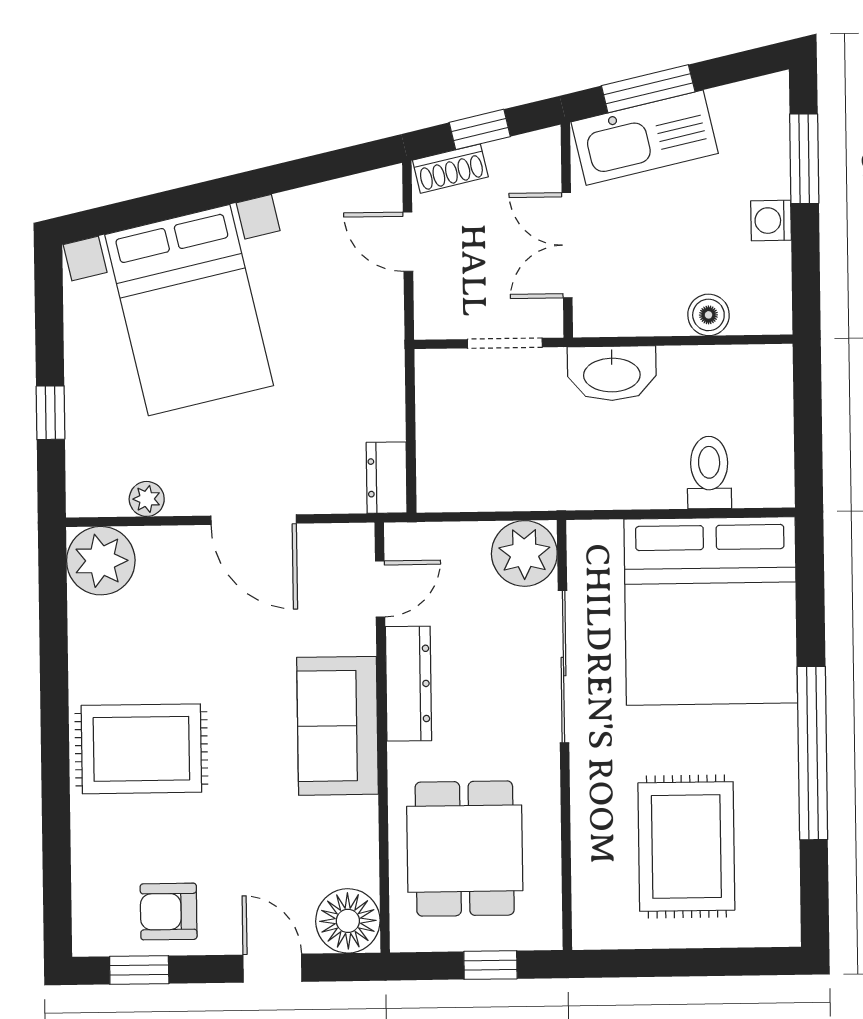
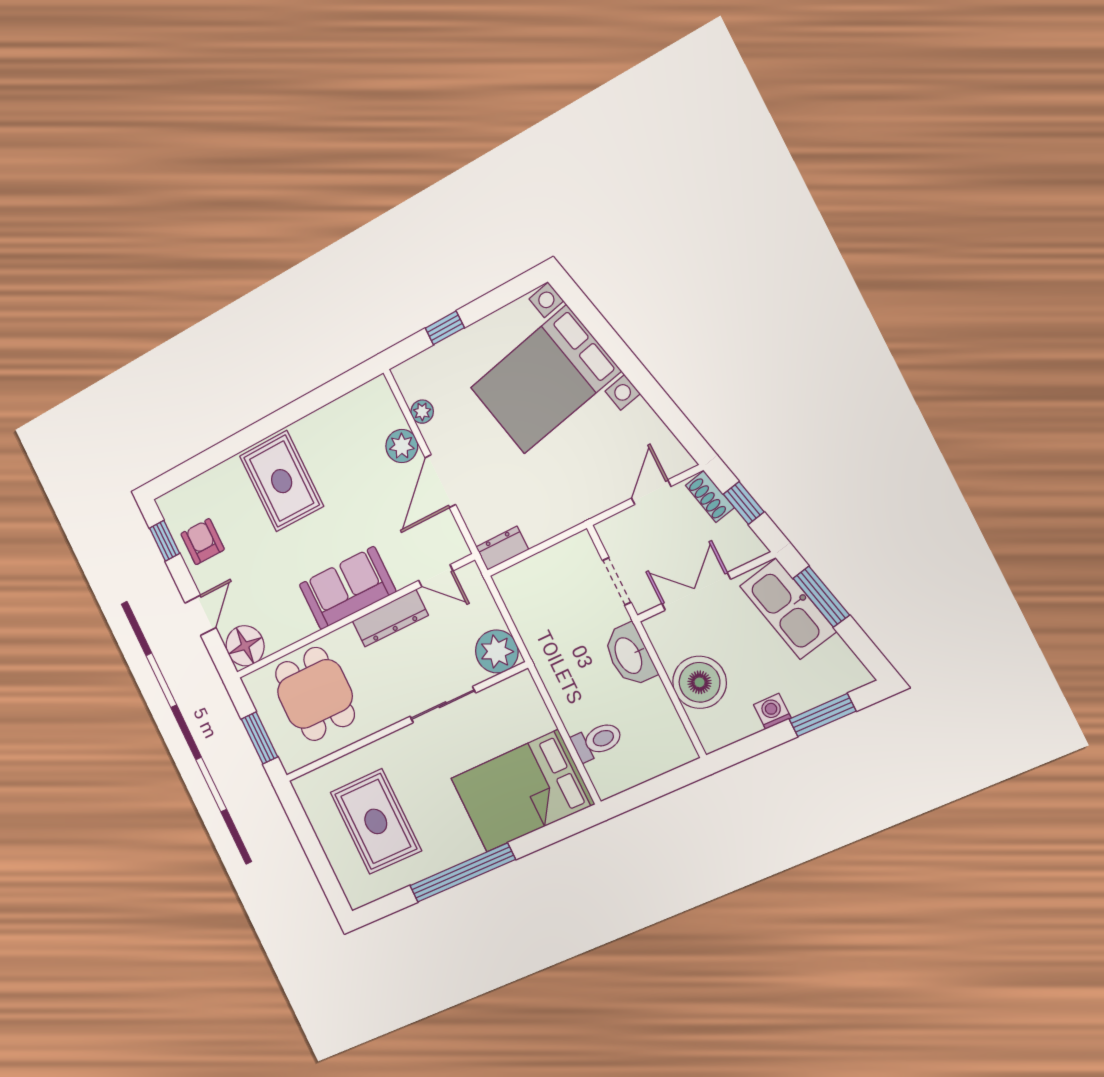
boiler: (708, 315) -> (700, 682), width x1.86, depth x1.86
plant: (101, 561) -> (402, 446), moved, width x0.73, depth x0.73
bed: (711, 611) -> (522, 791), width x0.73
sliding door: (563, 667) -> (443, 705), width x0.73
rug: (686, 846) -> (376, 821), turned 90
dining table: (465, 849) -> (315, 694), turned 90
window: (490, 965) -> (260, 738), width x1.50

